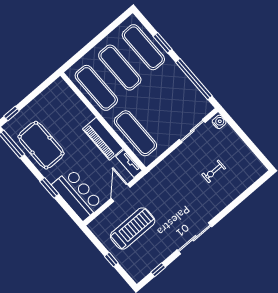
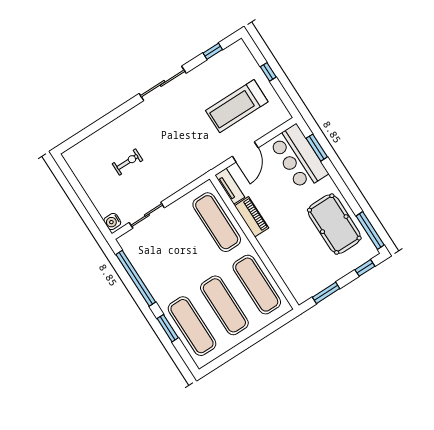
window: (40, 89) -> (326, 293), added
piano: (103, 139) -> (252, 217), width x0.73, depth x0.75
window: (49, 188) -> (317, 148), moved

